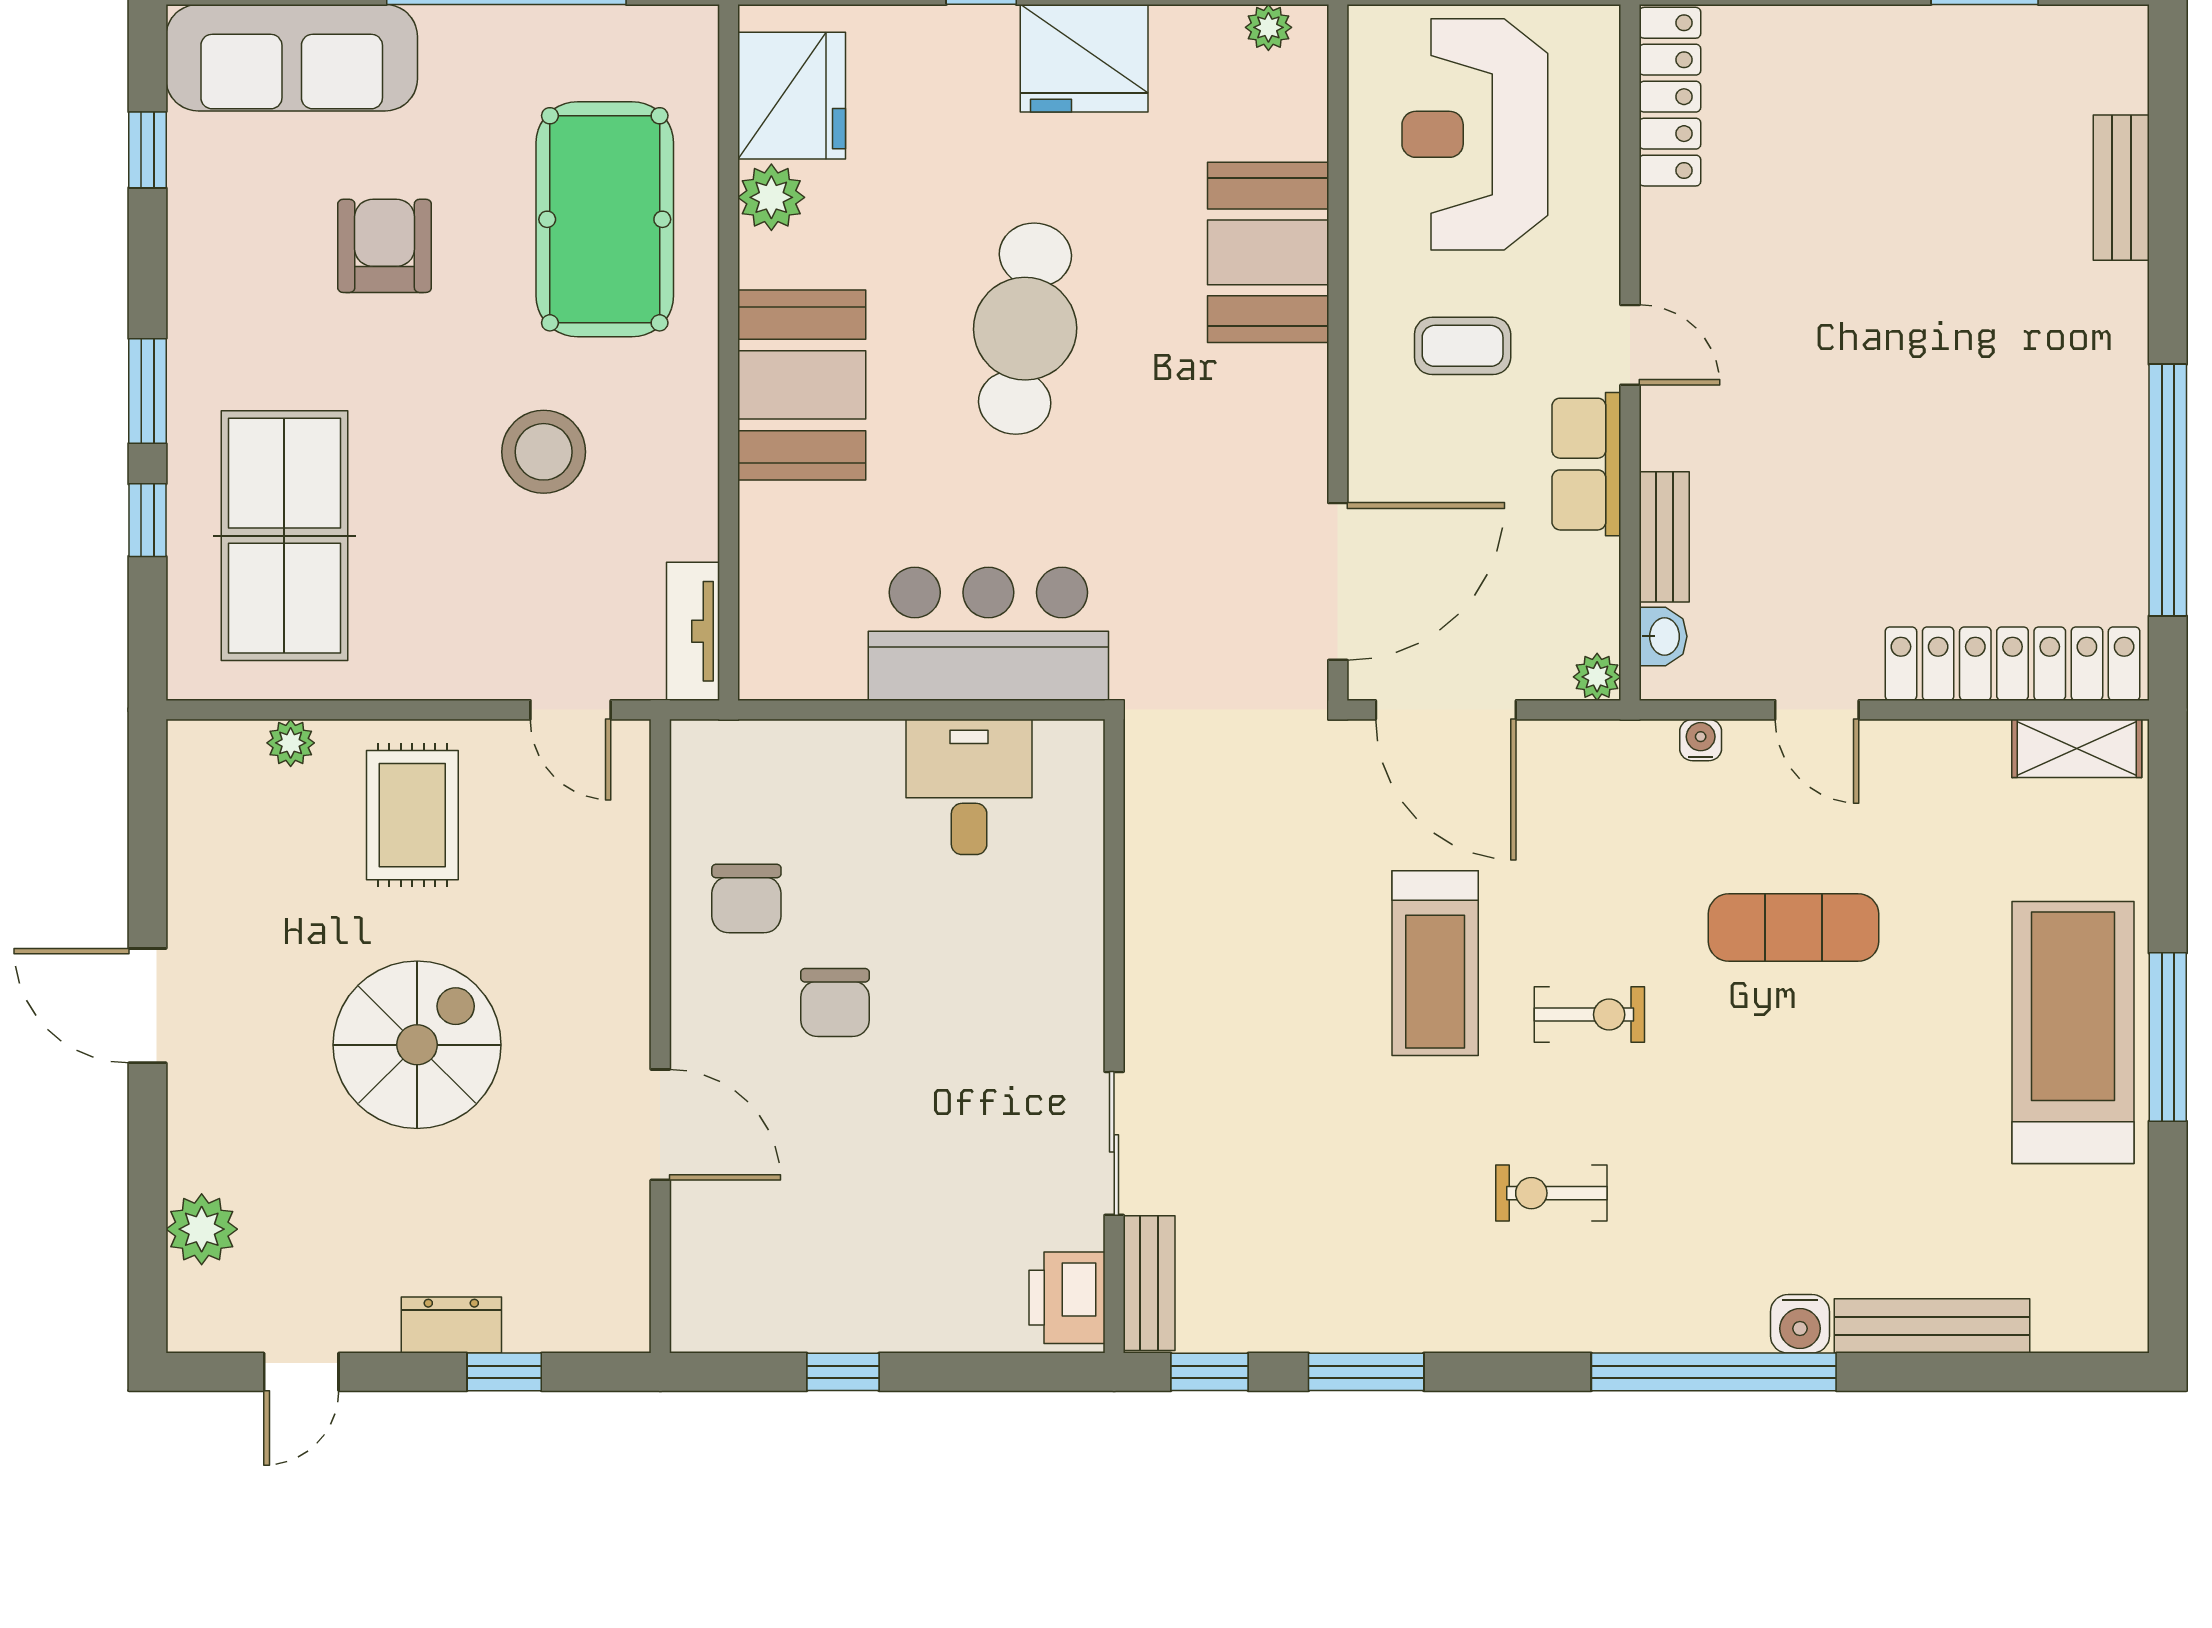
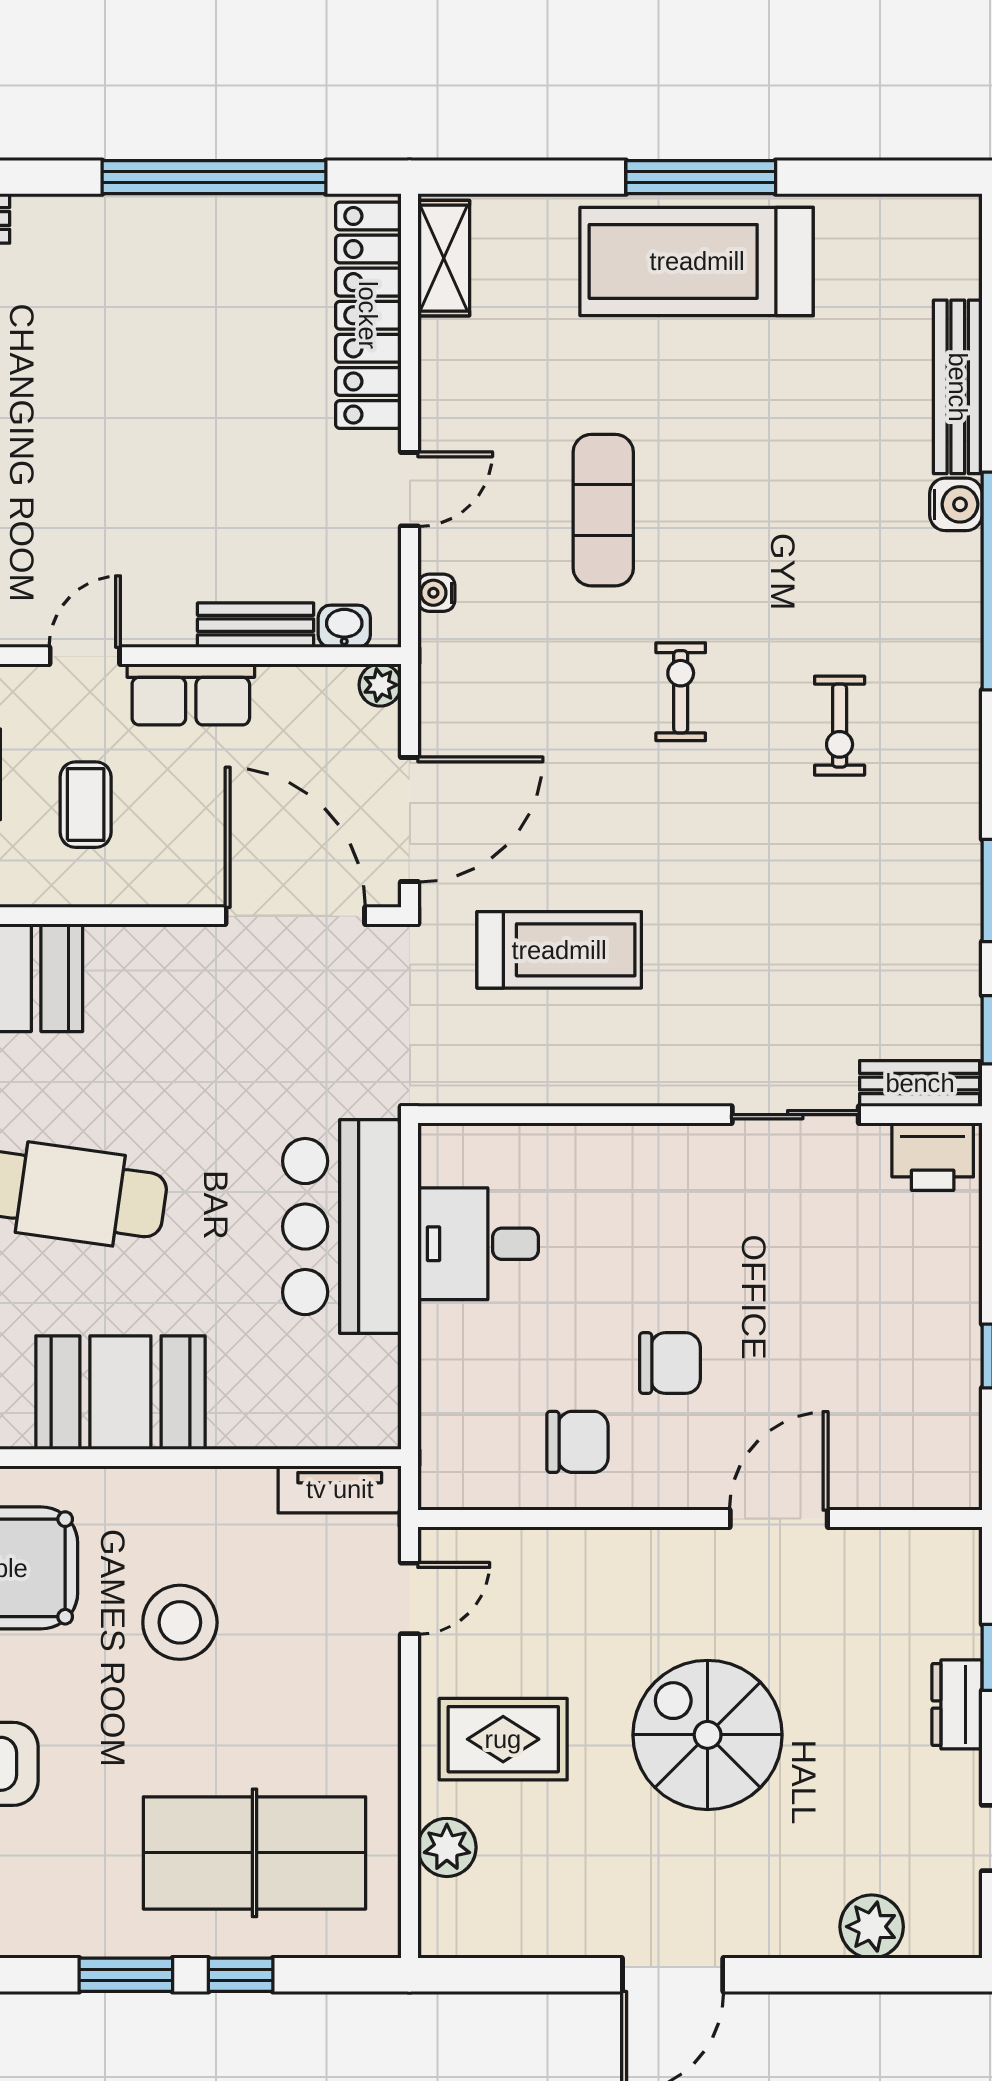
plant: (291, 743) -> (447, 1847), width x1.38, depth x1.38
treadmill: (1435, 963) -> (559, 950), moved

